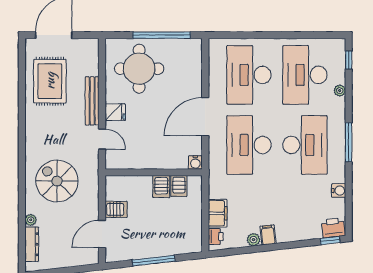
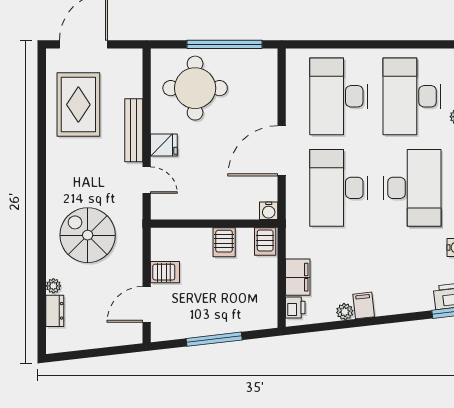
server rack: (179, 186) -> (265, 242), moved
dresser: (32, 244) -> (55, 311), width x0.70

